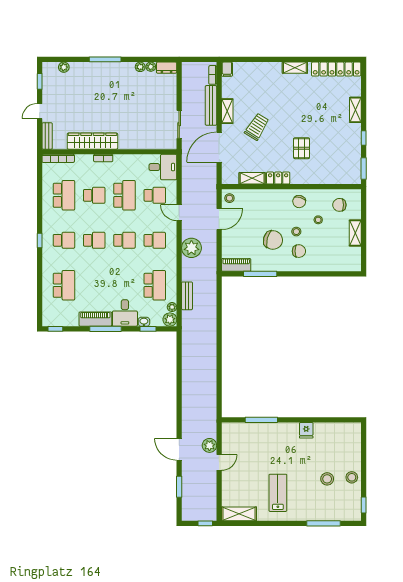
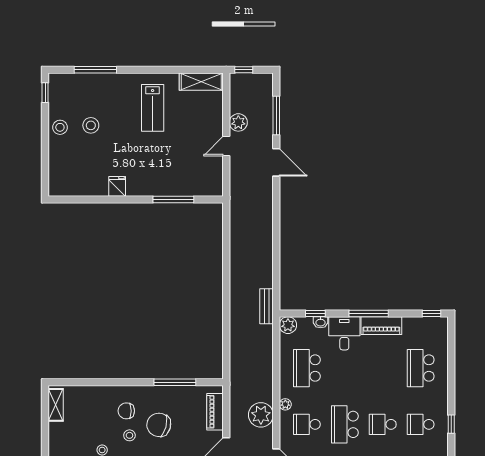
shelving: (355, 233) -> (56, 405), moved
school desk: (124, 240) -> (345, 424), width x1.85
piano: (236, 265) -> (215, 412), moved, turned 90
bench: (187, 296) -> (266, 306), moved
plant: (172, 307) -> (285, 404), moved
plant: (209, 445) -> (238, 122), moved
window: (179, 487) -> (276, 116), width x1.44

